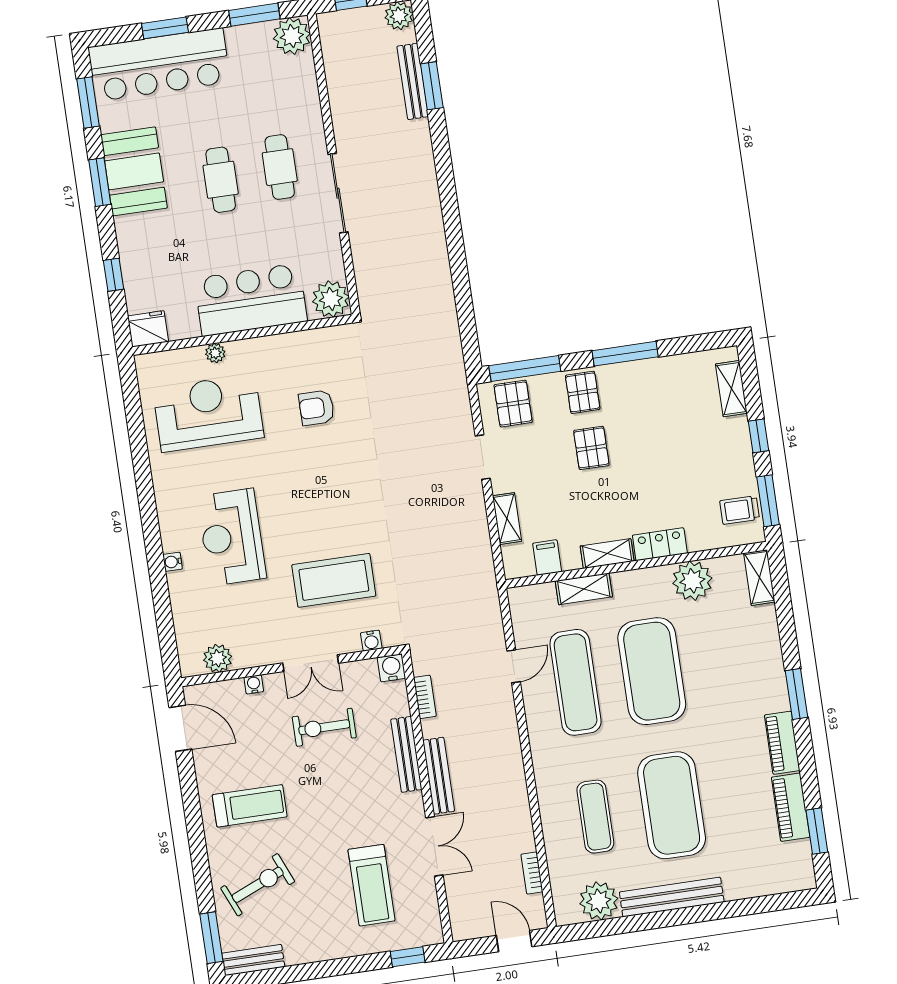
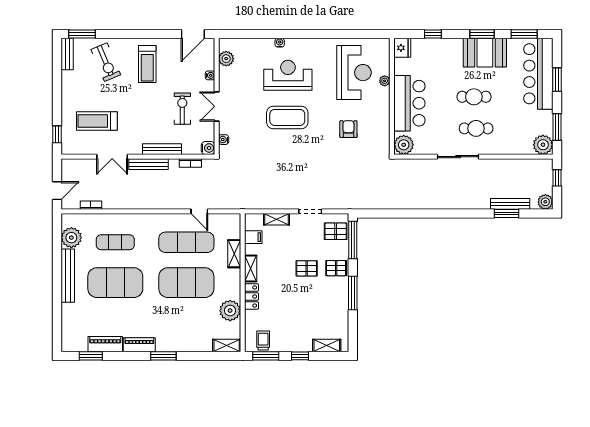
coffee table: (334, 580) -> (287, 117), moved, turned 90

